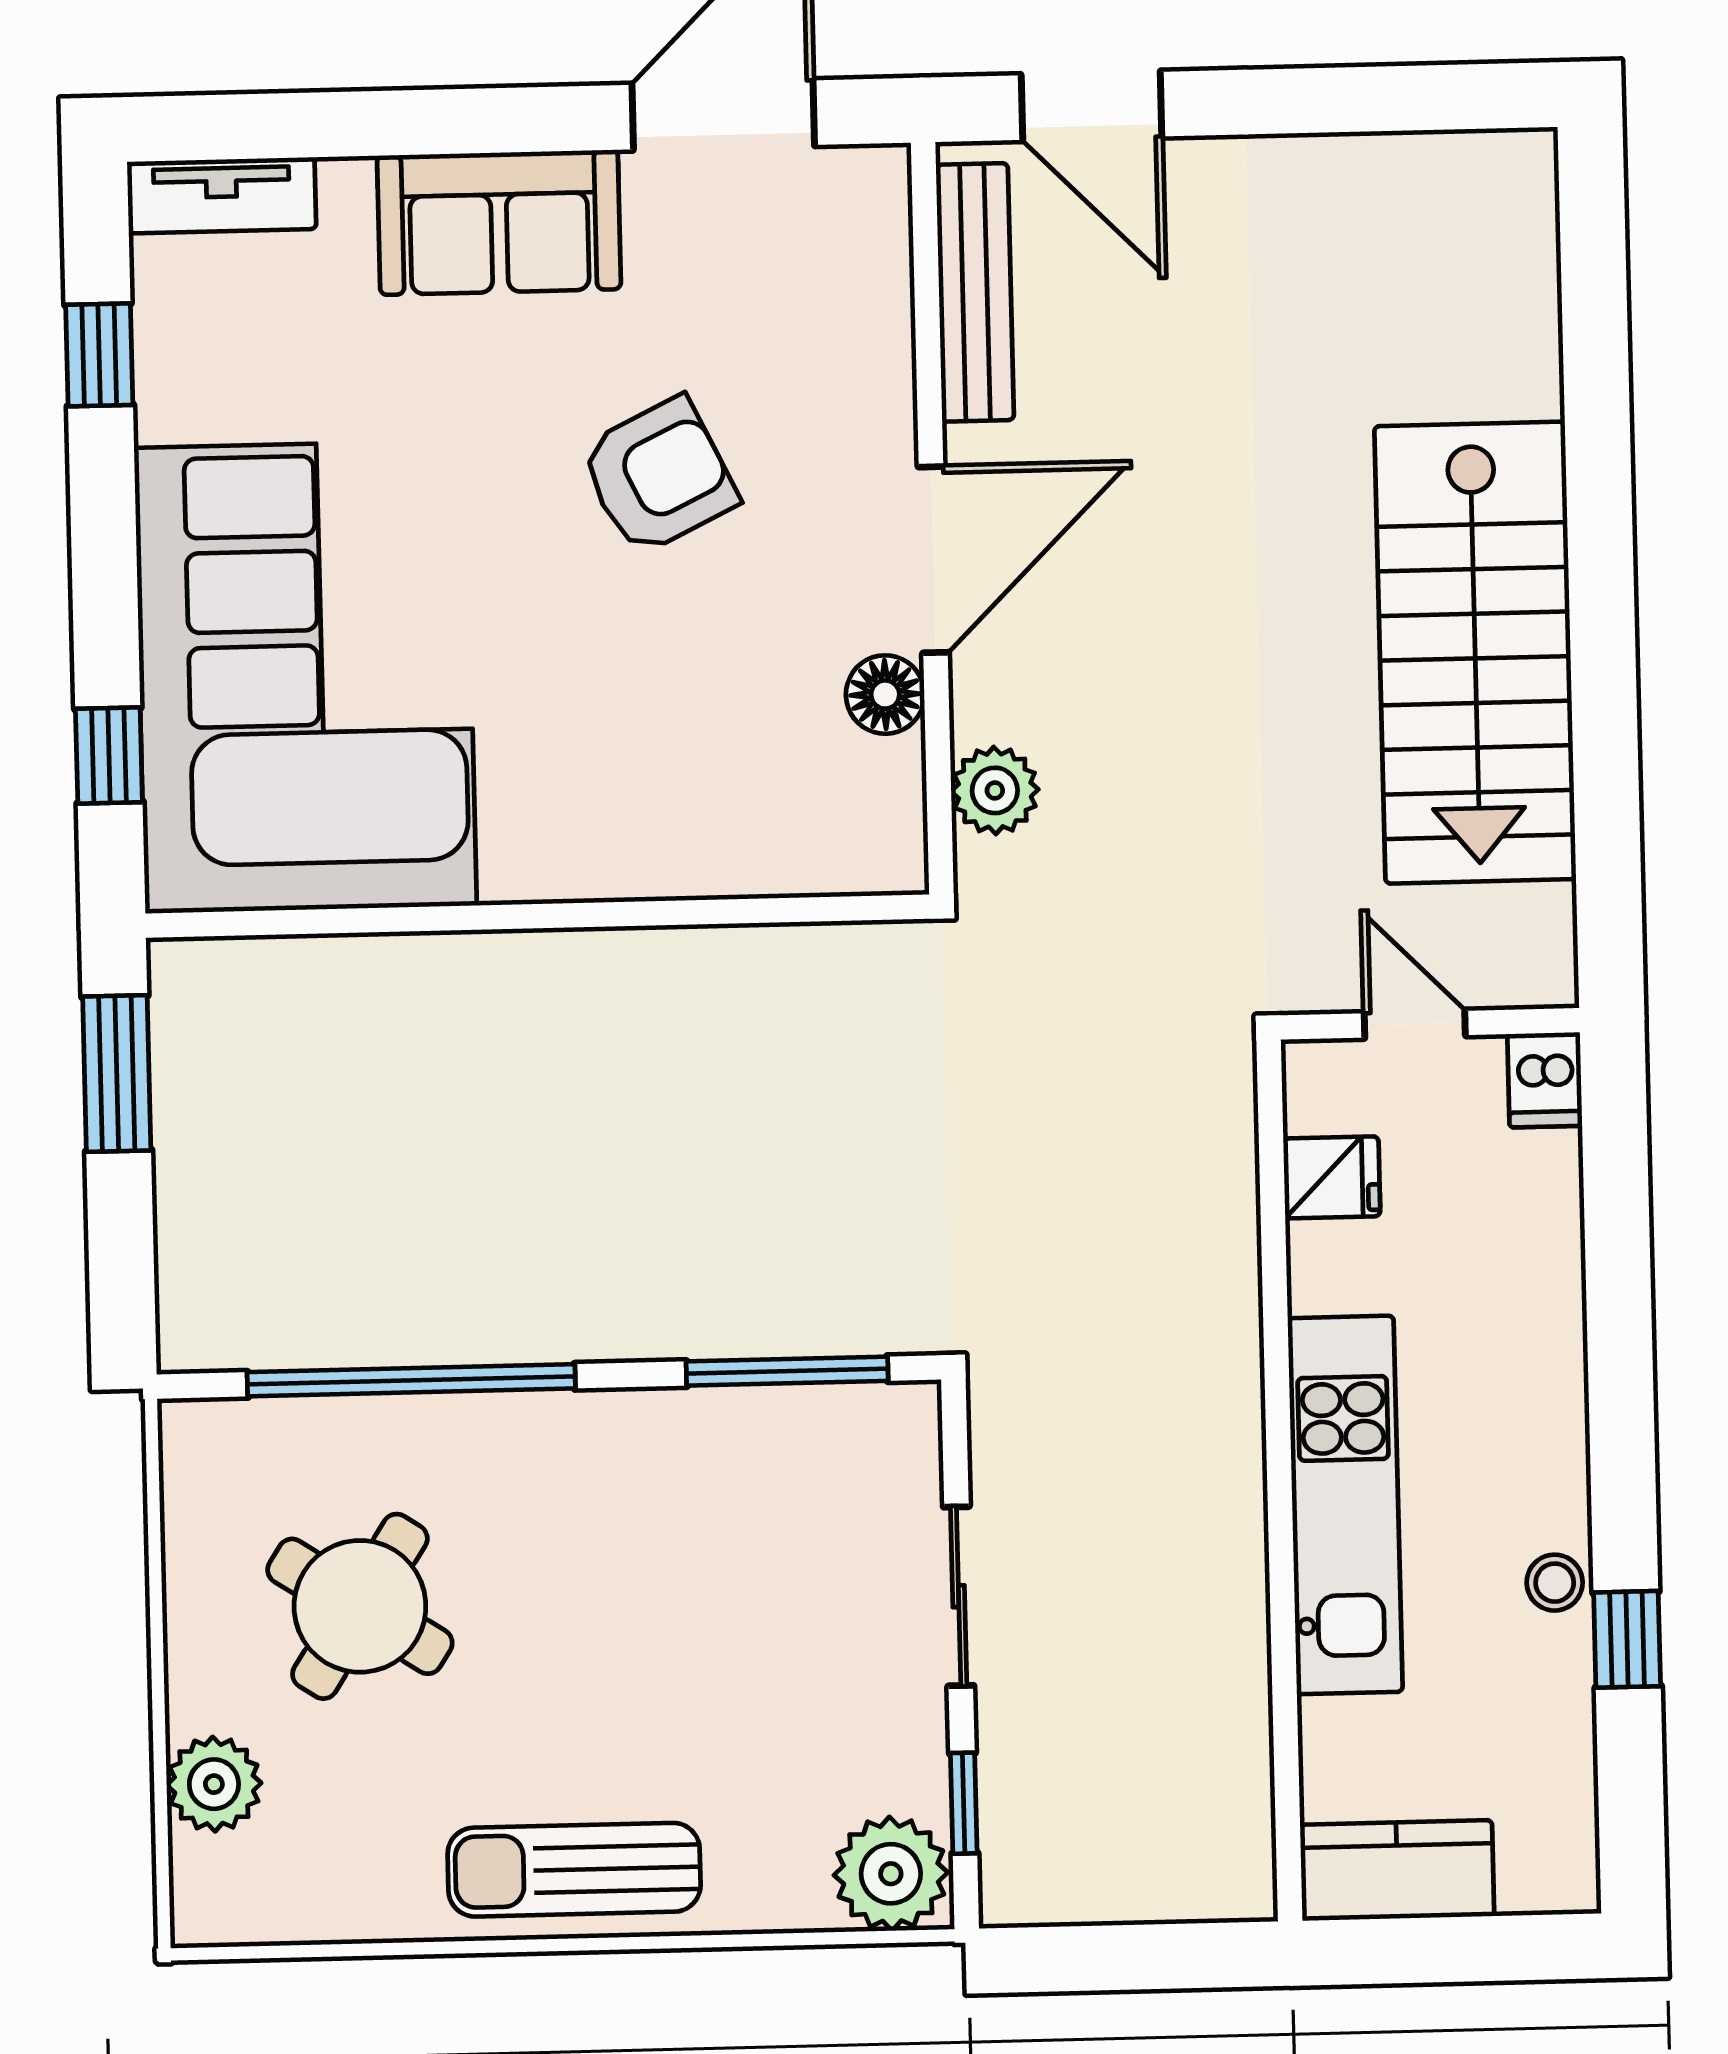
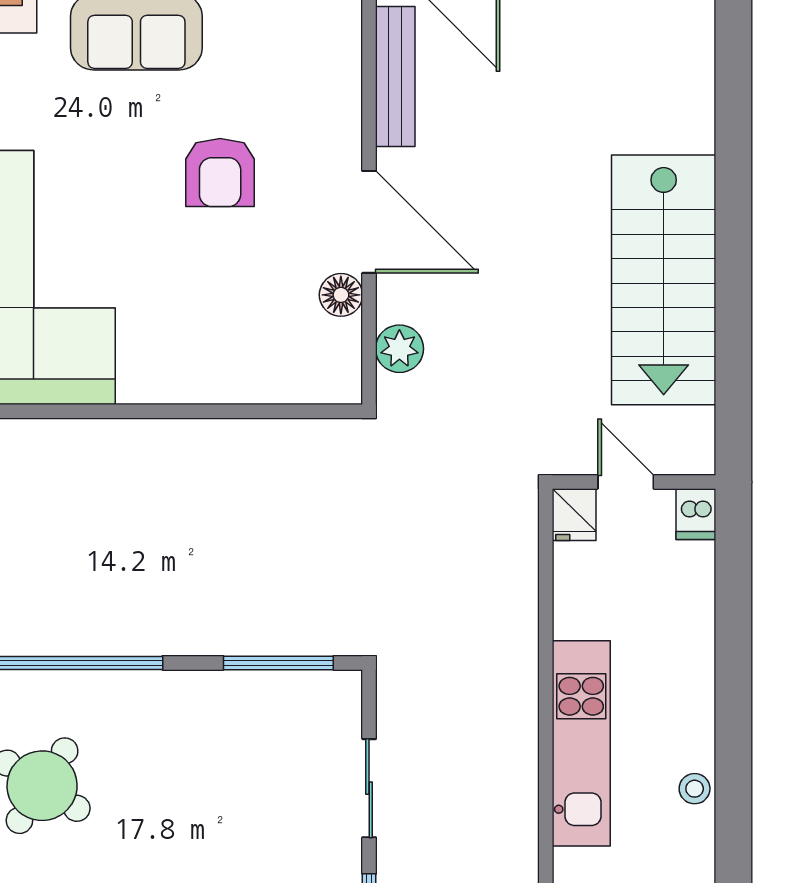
armchair: (658, 476) -> (220, 173), turned 116
door: (933, 560) -> (369, 222), hinge flipped
fridge: (1332, 1177) -> (574, 515), moved, turned 90
window: (1627, 1639) -> (733, 821), removed

